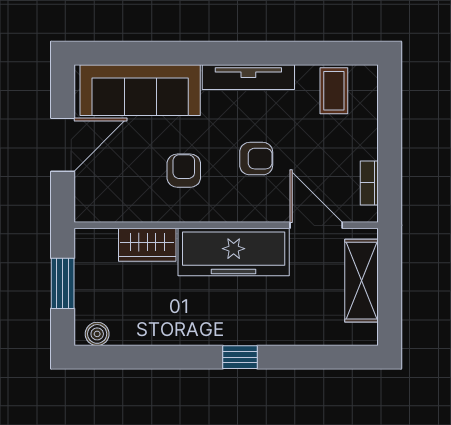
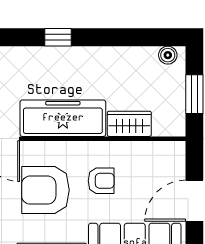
armchair: (256, 159) -> (45, 190), width x1.88, depth x1.88
armchair: (184, 171) -> (101, 181), turned -90

